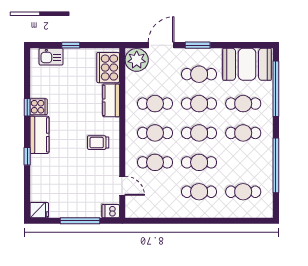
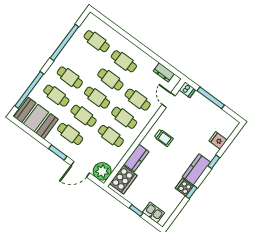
fridge: (39, 210) -> (218, 140), moved
dresser: (149, 211) -> (164, 72), added

